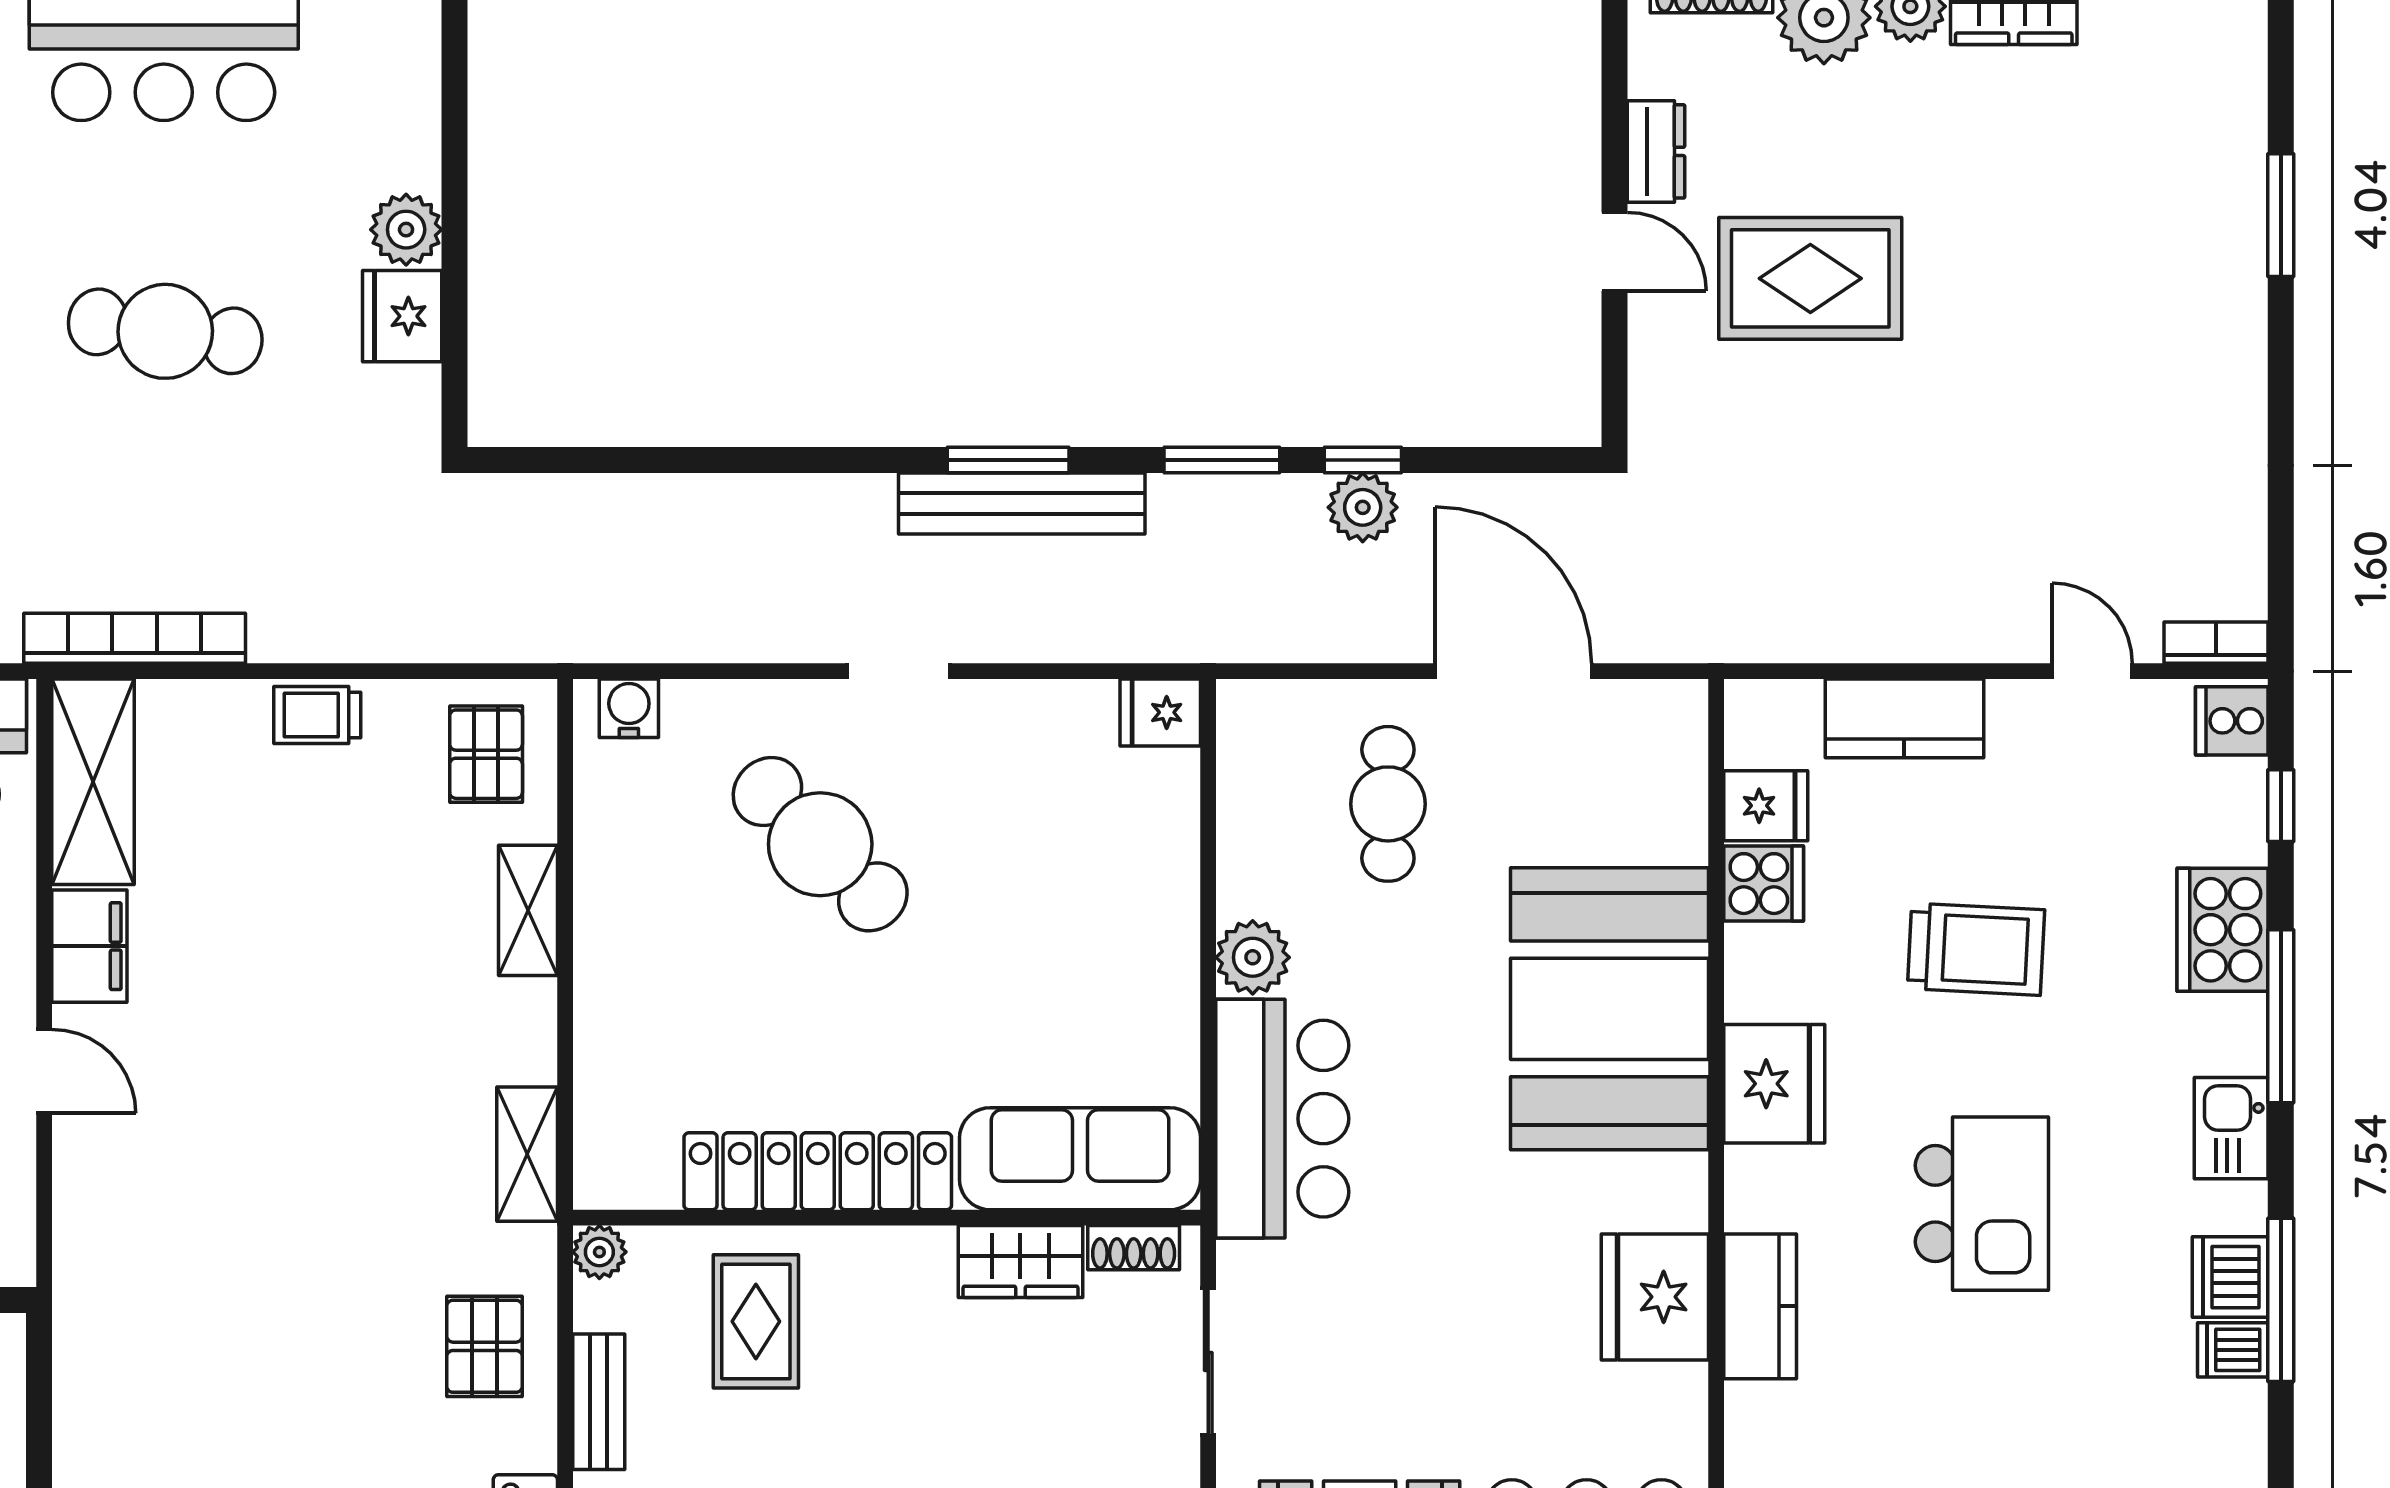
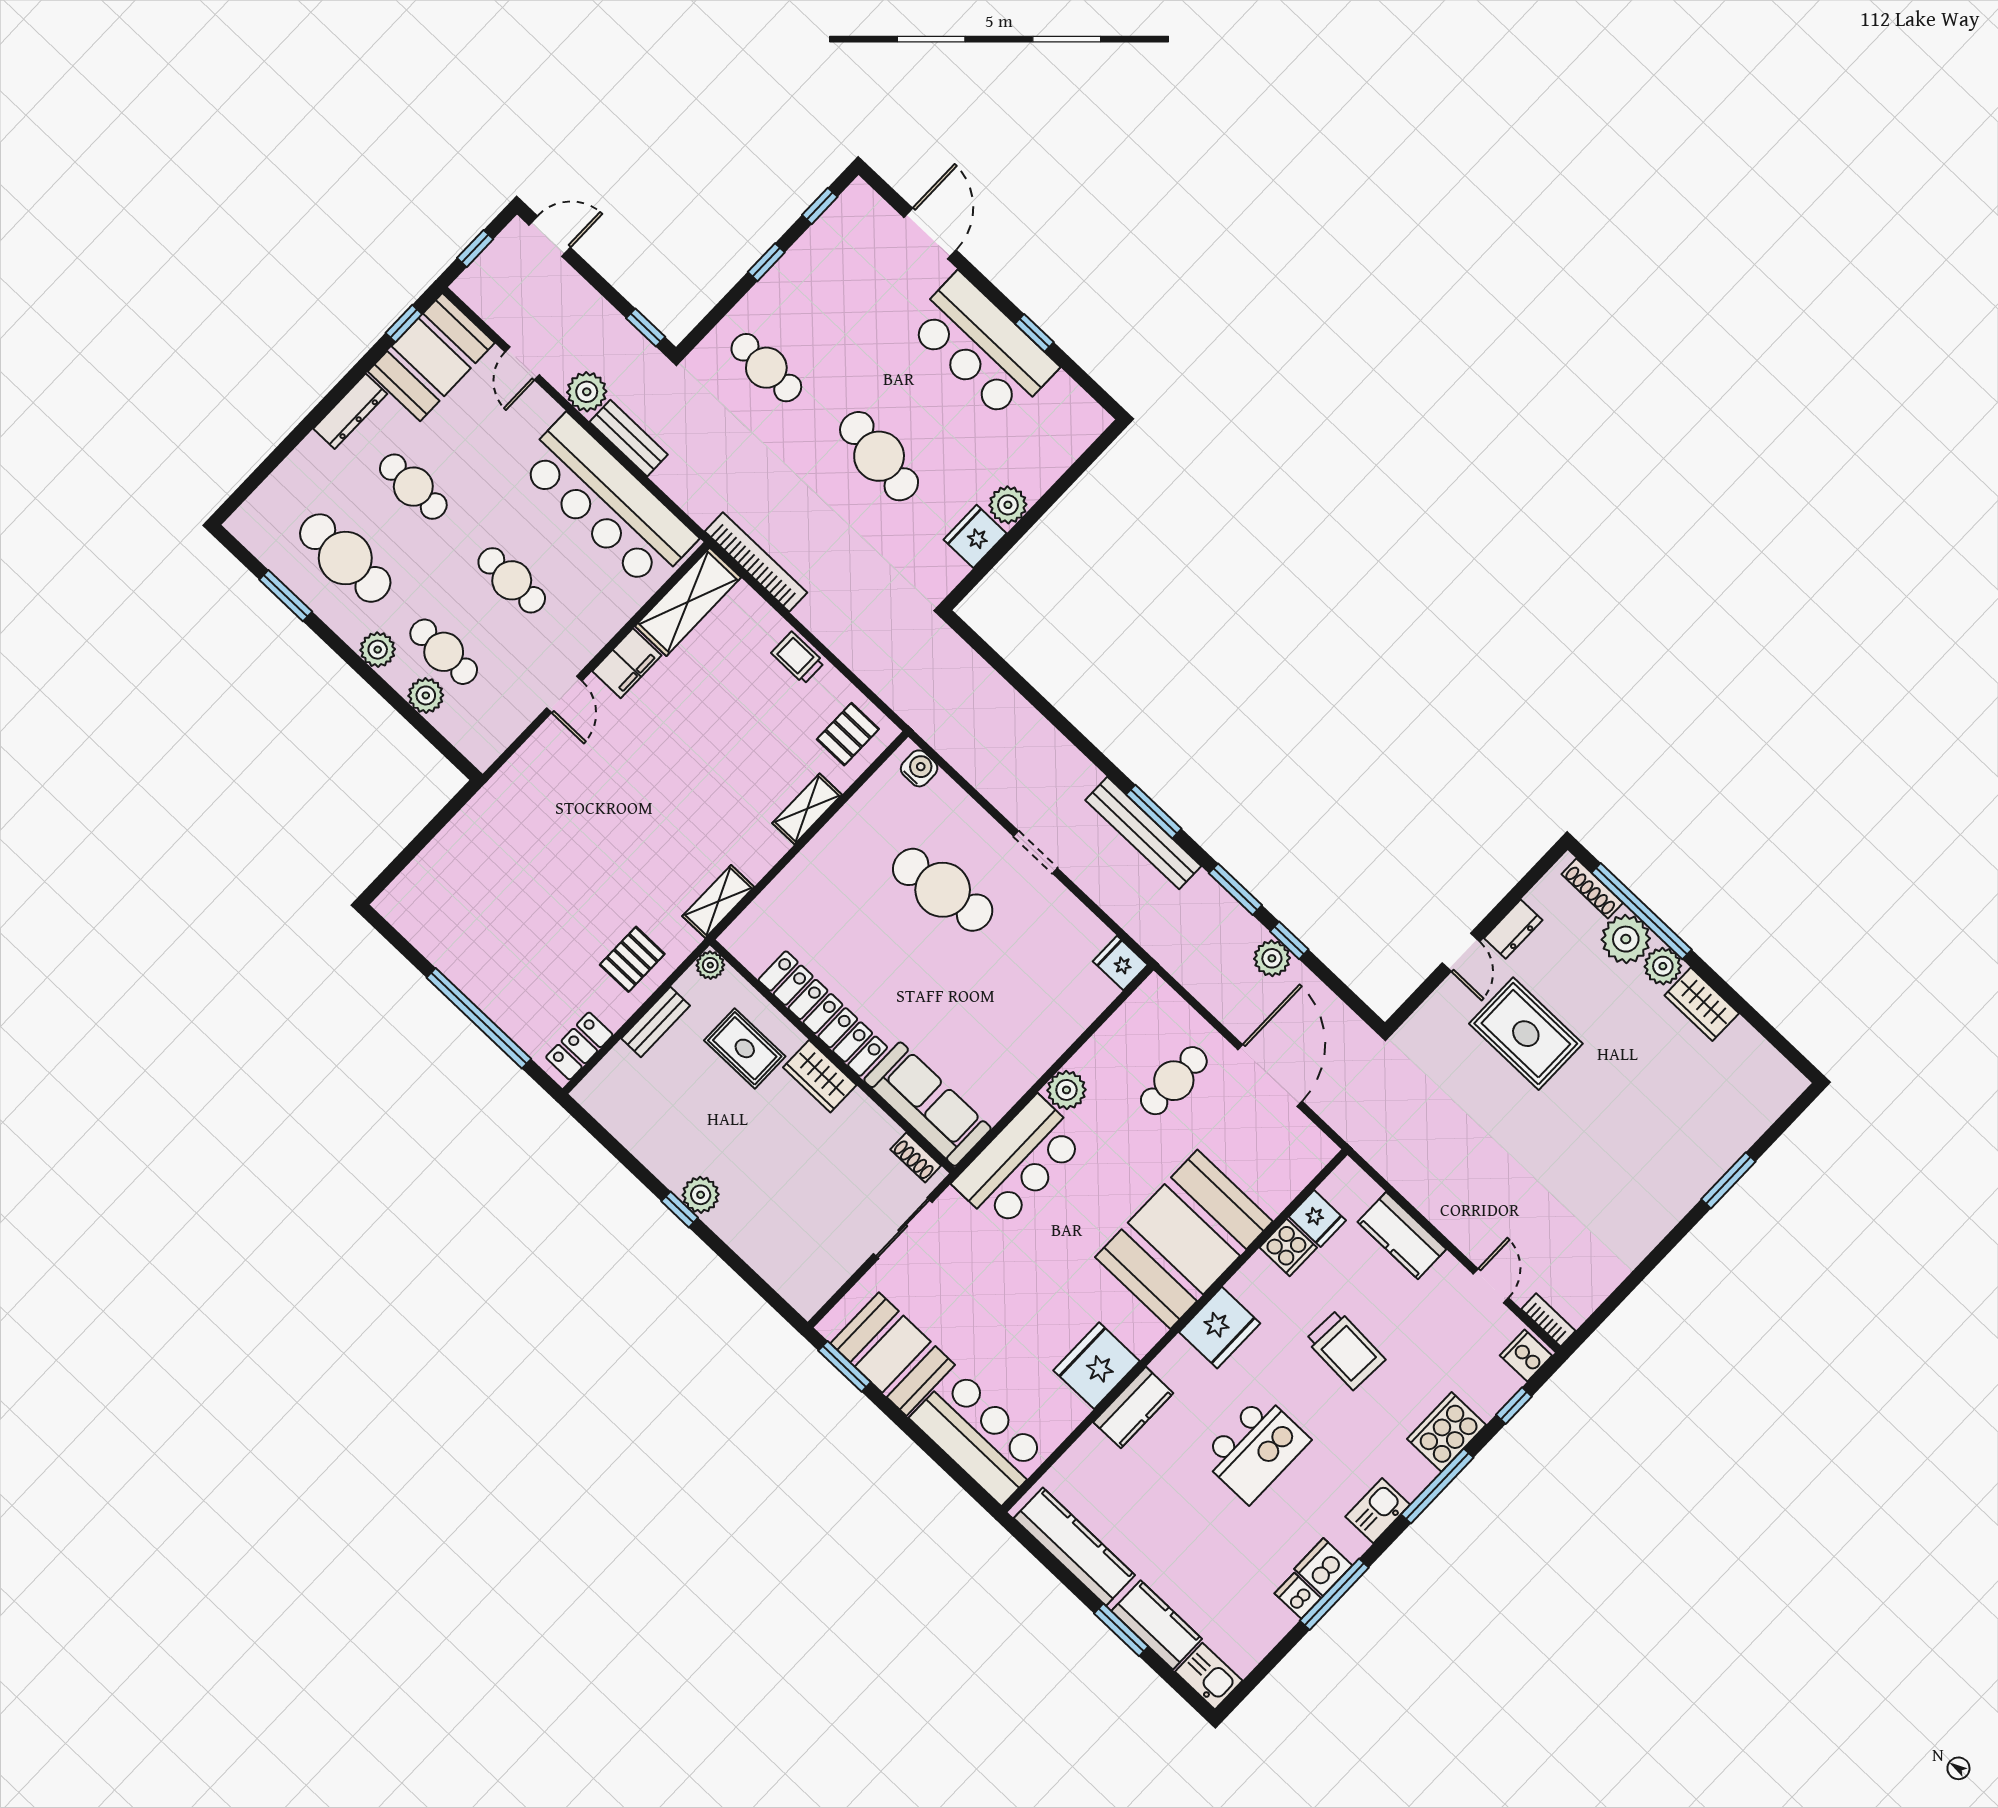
cafe table: (820, 844) -> (943, 890), turned -53
wardrobe: (1020, 1261) -> (820, 1076), moved
rug: (756, 1321) -> (745, 1048), turned 90

